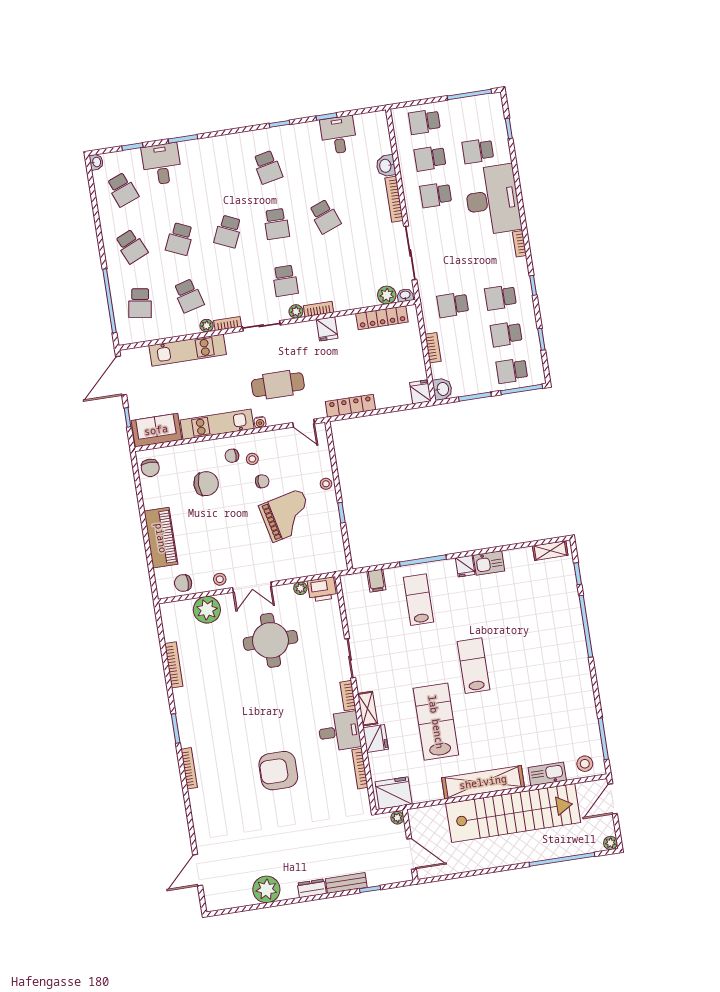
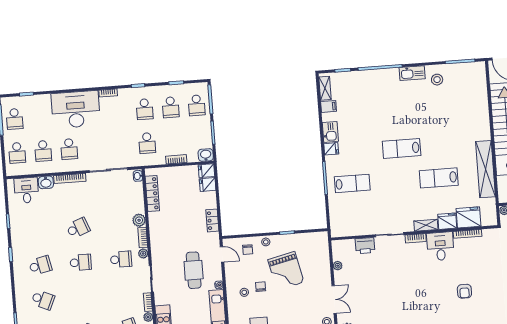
desk: (338, 135) -> (26, 190), moved, turned 90
school desk: (478, 151) -> (15, 119), moved
school desk: (228, 231) -> (43, 300), moved
plant: (387, 295) -> (139, 220), moved
fridge: (327, 329) -> (208, 185), moved, turned 180
locker: (350, 406) -> (212, 220), width x0.66
door: (304, 423) -> (222, 254), hinge flipped
chair: (232, 456) -> (248, 250), moved
grand piano: (287, 516) -> (286, 271), turned 180
filing cabinet: (376, 581) -> (329, 106), moved
printer: (322, 589) -> (365, 246), moved, turned 90
lab bench: (418, 600) -> (352, 183), turned 180
round table: (270, 640) -> (373, 290), removed
lab bench: (436, 722) -> (439, 178), width x0.73, depth x0.72
stool: (585, 764) -> (437, 80), moved
armchair: (278, 771) -> (464, 291), width x0.53, depth x0.53
kitchen sink: (547, 774) -> (412, 73), moved, turned -90
shelving: (483, 782) -> (485, 169), moved
fridge: (394, 793) -> (469, 217), moved, turned 90

